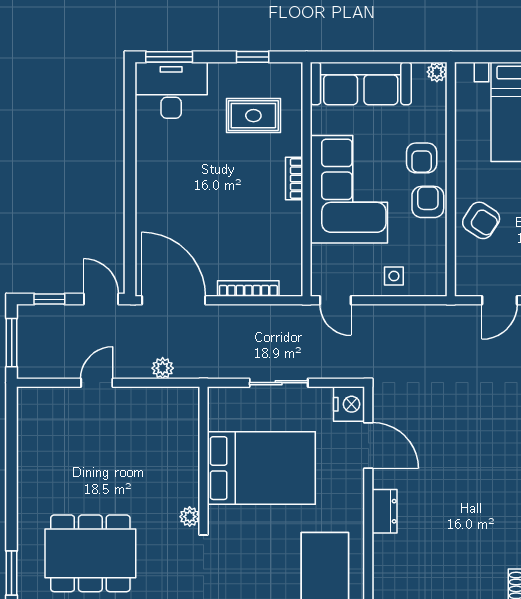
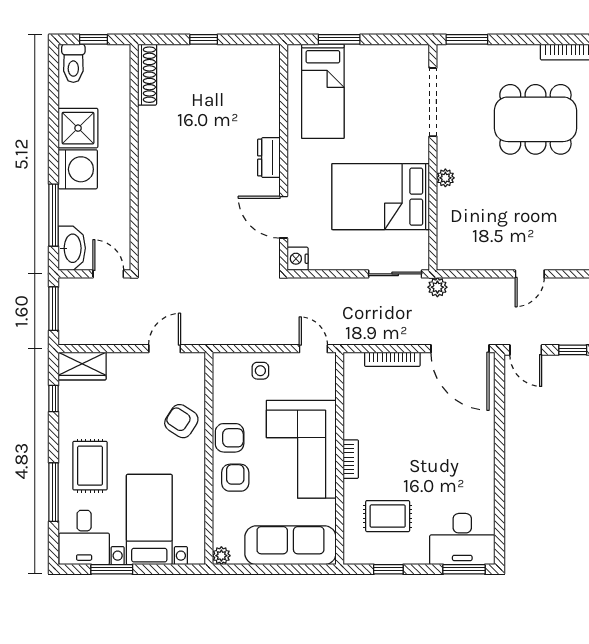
armchair: (428, 202) -> (230, 438), turned -90
plant: (163, 368) -> (437, 287), moved
sliding door: (279, 383) -> (395, 274), moved
nightstand: (349, 404) -> (298, 259), width x0.74, depth x0.75
plant: (190, 517) -> (445, 178), moved

